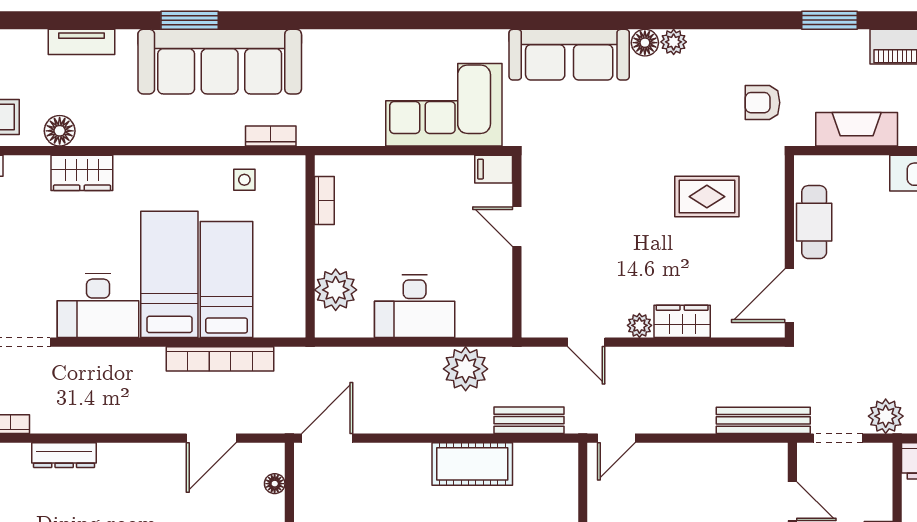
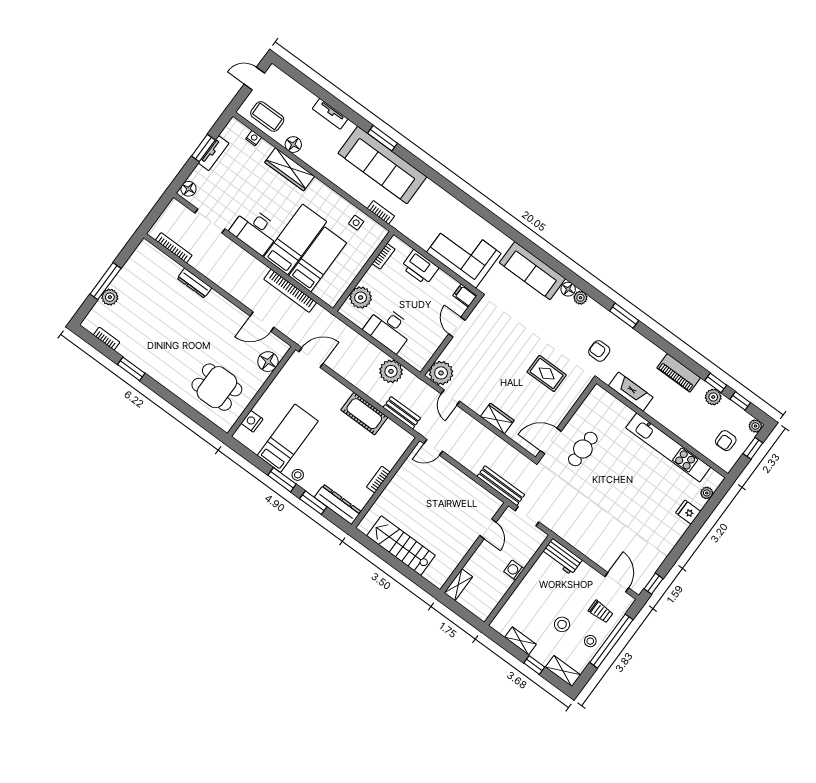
window: (829, 20) -> (624, 316), moved
wardrobe: (82, 173) -> (290, 169), width x1.50
printer: (393, 177) -> (420, 267), added
cafe table: (814, 222) -> (583, 449), moved
plant: (639, 325) -> (441, 373), moved, width x1.88, depth x1.88
plant: (886, 416) -> (554, 522), removed
floor lamp: (275, 484) -> (268, 362), width x1.89, depth x1.89

